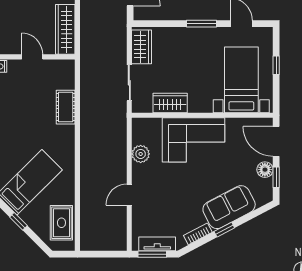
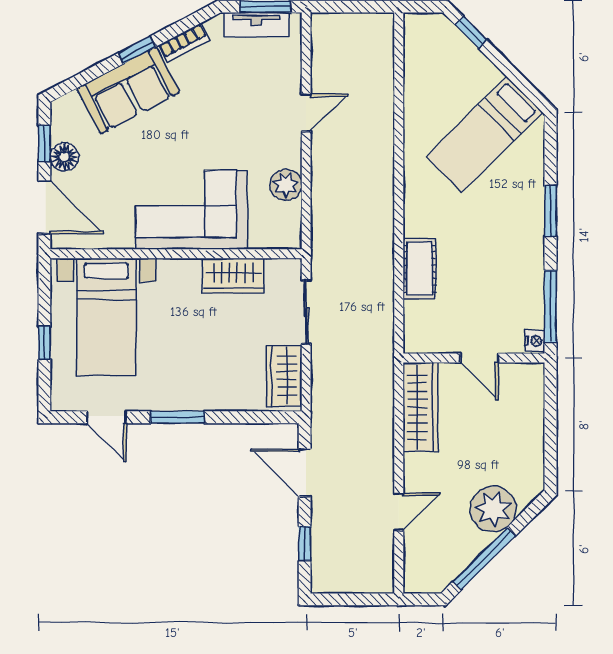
window: (18, 221) -> (471, 32), moved
rug: (61, 223) -> (427, 62), removed

